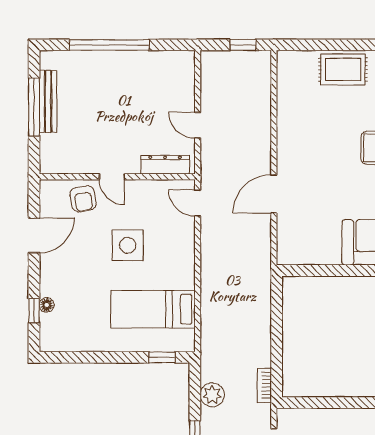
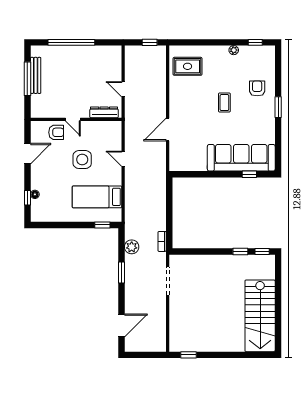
rug: (343, 69) -> (188, 66), moved
armchair: (83, 199) -> (56, 132), turned -80
door: (198, 203) -> (123, 159), moved

